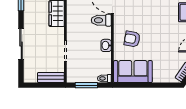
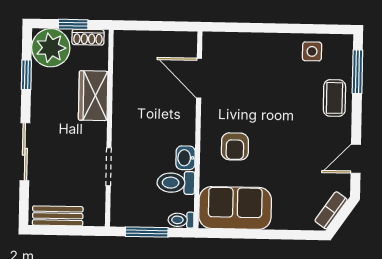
toilet: (101, 20) -> (176, 183), moved
armchair: (132, 39) -> (235, 146), turned -100
bench: (51, 78) -> (58, 216), moved

